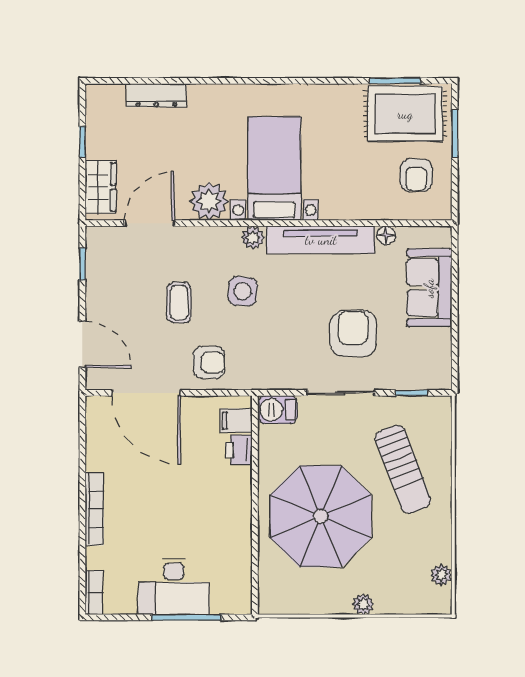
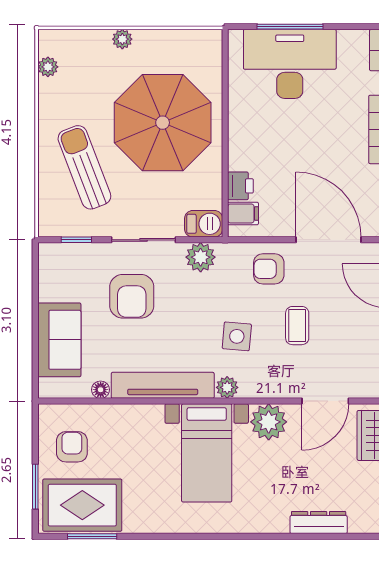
plant: (281, 375) -> (201, 257), added
desk: (174, 587) -> (290, 64), width x1.36, depth x1.30

